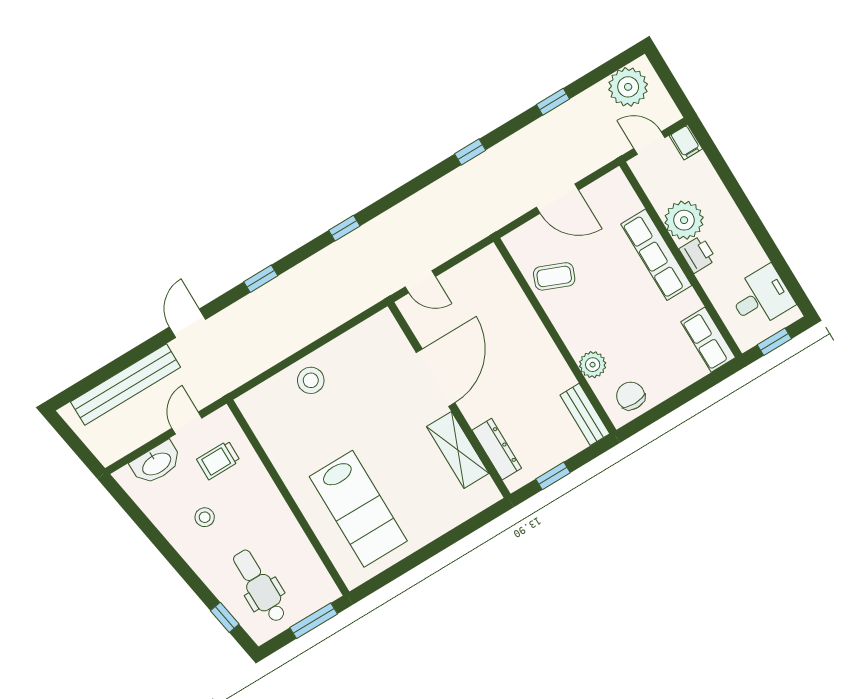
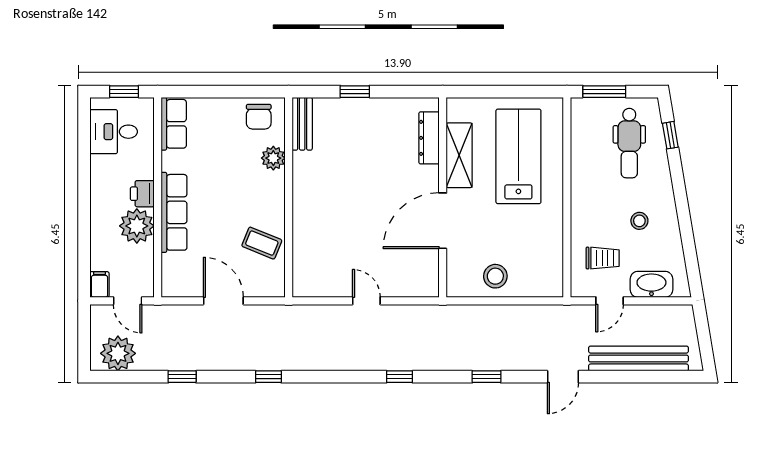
door: (435, 378) -> (443, 221), moved
wall: (449, 400) -> (443, 197), moved
dresser: (497, 449) -> (429, 138), moved
shelving: (458, 450) -> (459, 155), moved

